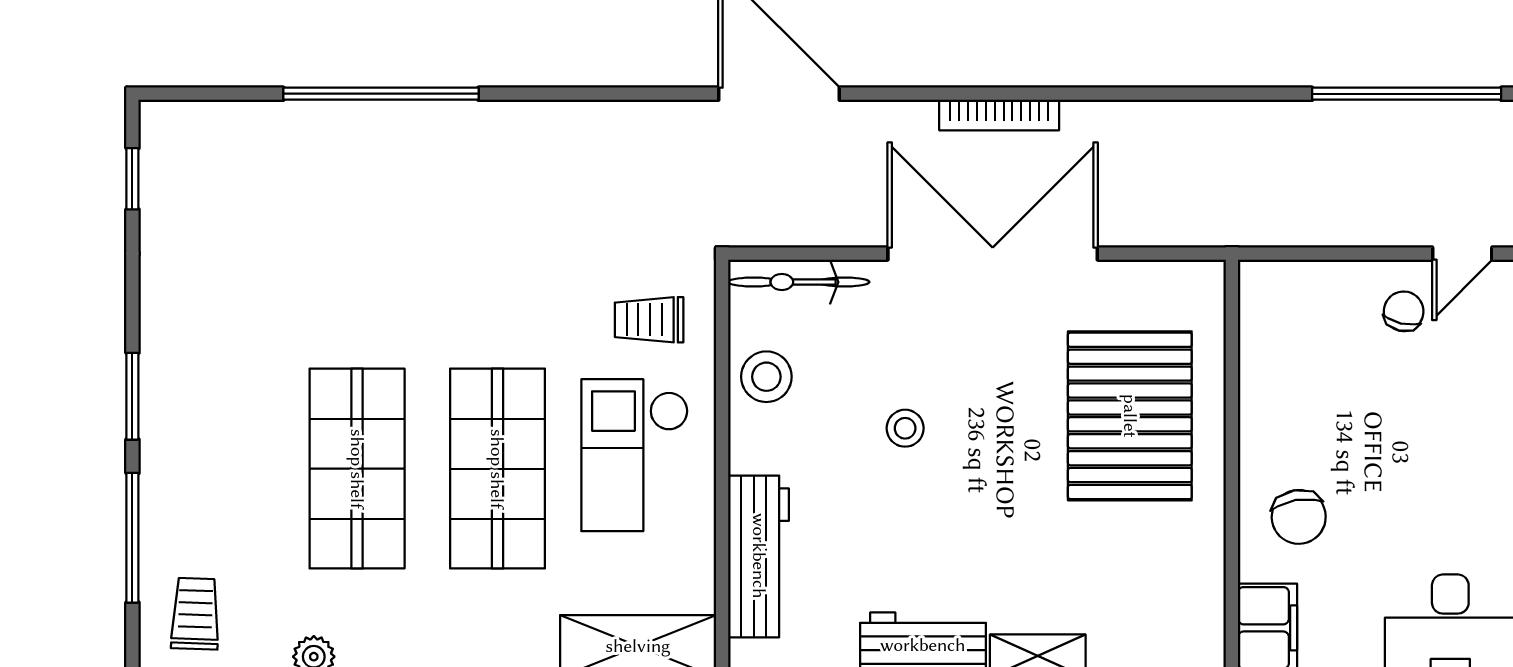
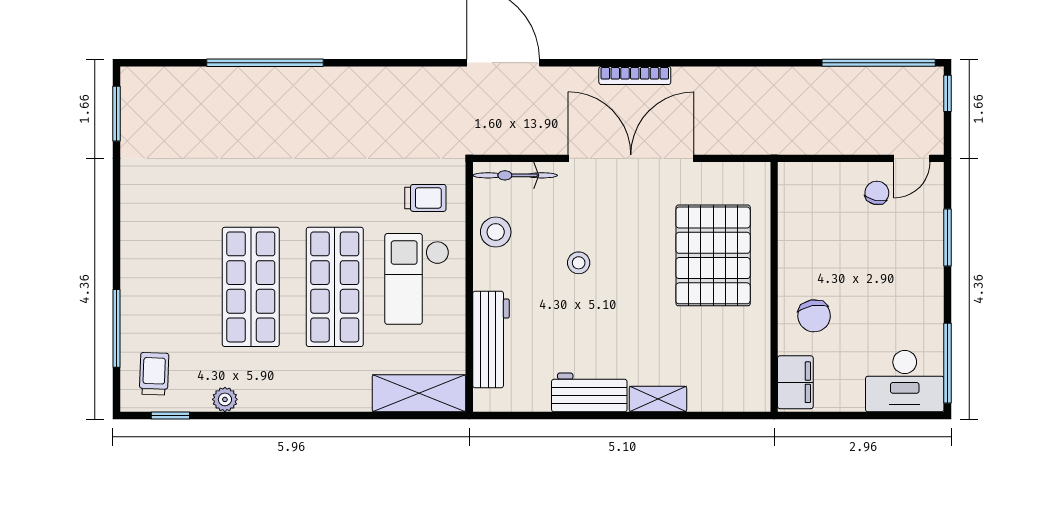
window: (132, 179) -> (116, 114), width x1.50
trolley: (649, 320) -> (425, 198), turned 180
window: (132, 396) -> (116, 244), removed

